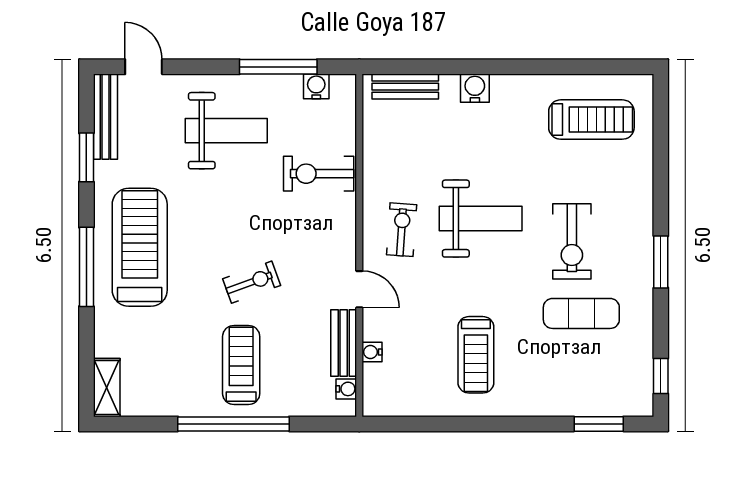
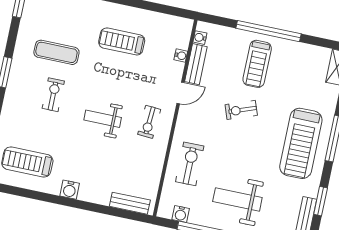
water cooler: (475, 88) -> (70, 190), moved
exercise bike: (319, 174) -> (190, 164), turned -90
weight bench: (481, 219) -> (103, 119), width x0.73, depth x0.75
exercise bike: (572, 241) -> (53, 95), width x0.73, depth x0.72
door: (359, 289) -> (180, 93), swing flipped
treadmill: (476, 355) -> (122, 41), turned -90

